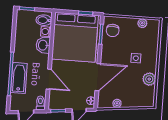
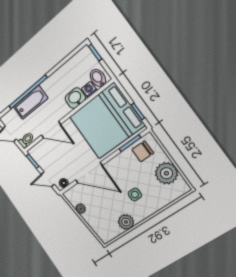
plant: (142, 23) -> (166, 173), width x1.87, depth x1.87
door: (49, 79) -> (51, 130), hinge flipped

